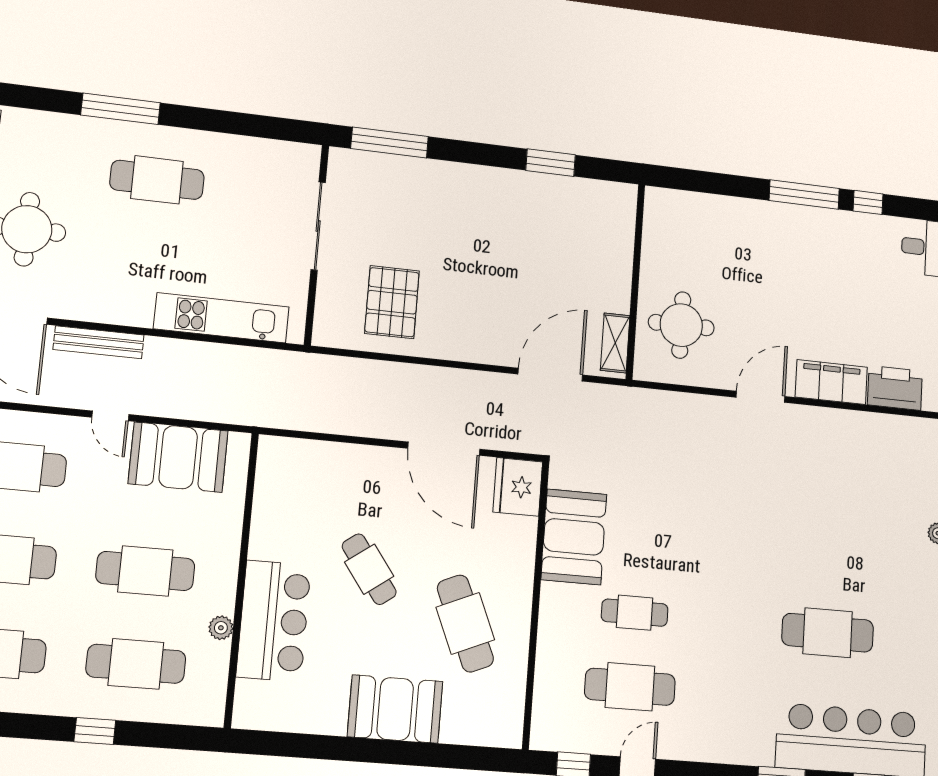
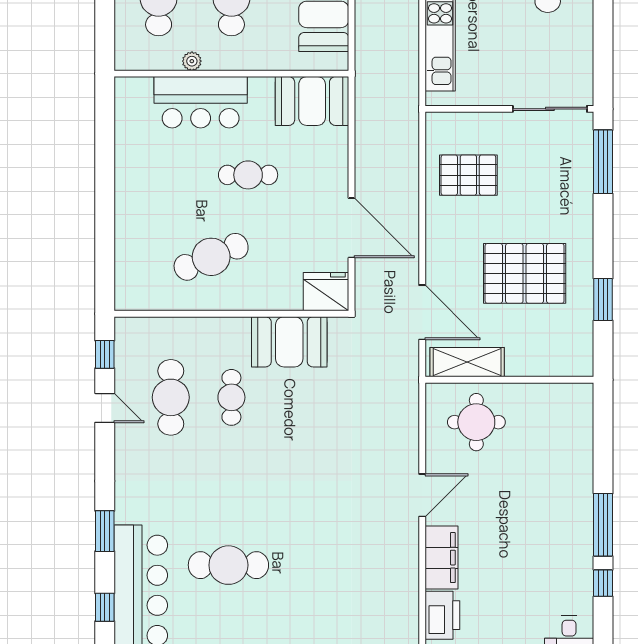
sliding door: (318, 226) -> (550, 109), moved
pallet: (514, 250) -> (525, 273), added
shelving: (615, 343) -> (467, 362), width x1.50, depth x1.33
door: (760, 397) -> (422, 495), hinge flipped
door: (444, 449) -> (352, 228), swing flipped
cafe table: (369, 569) -> (248, 175), turned 36
cafe table: (828, 633) -> (228, 565), turned 90
booth: (395, 709) -> (312, 101), moved, turned 90

